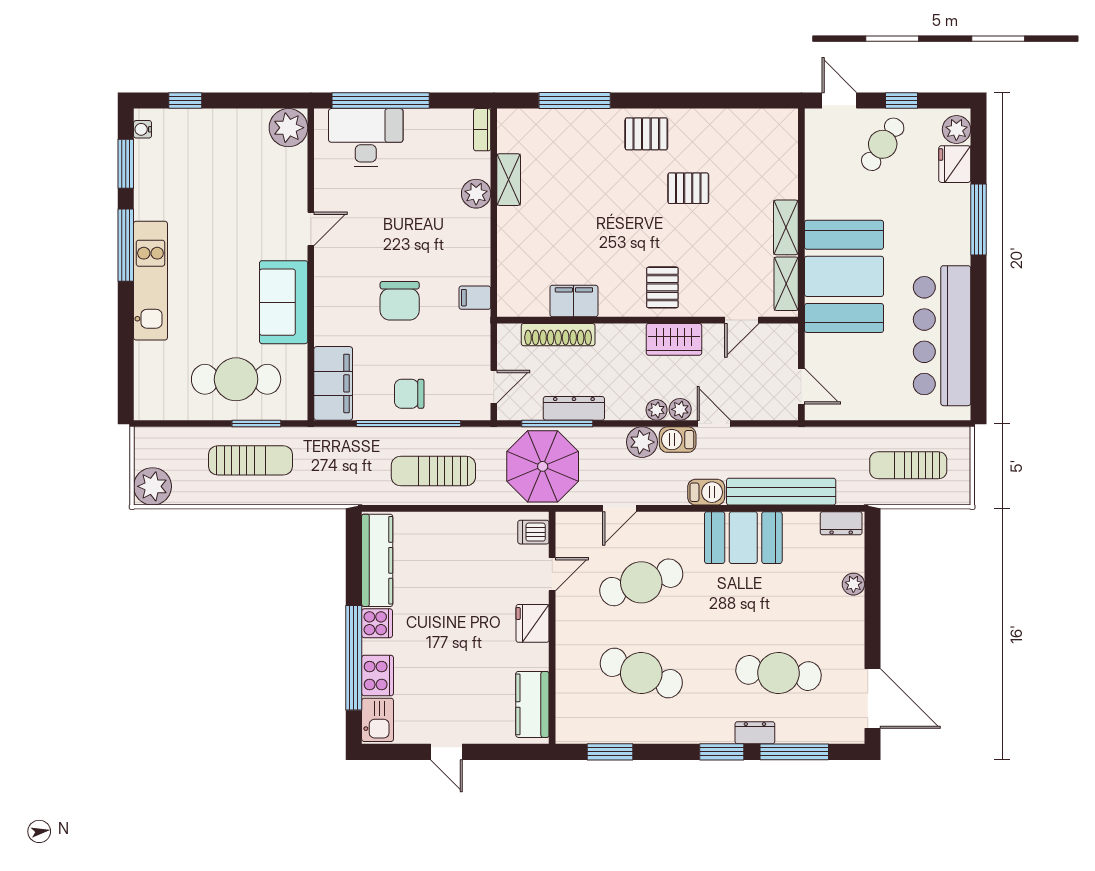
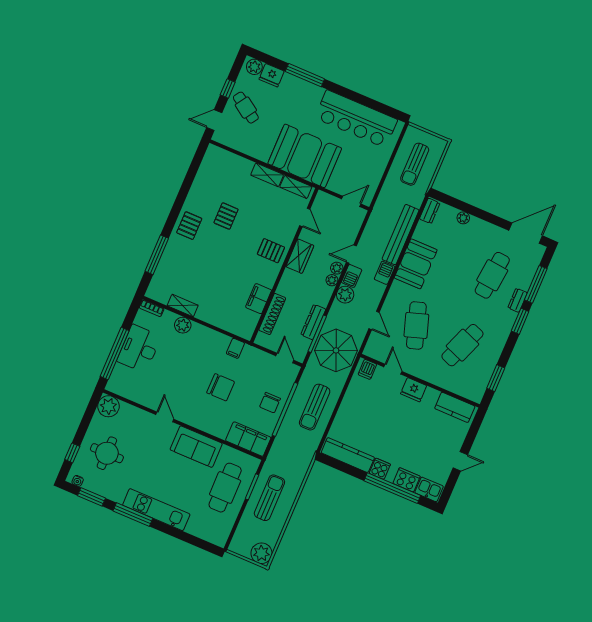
desk: (366, 138) -> (139, 349), moved
round table: (209, 158) -> (107, 453), added

